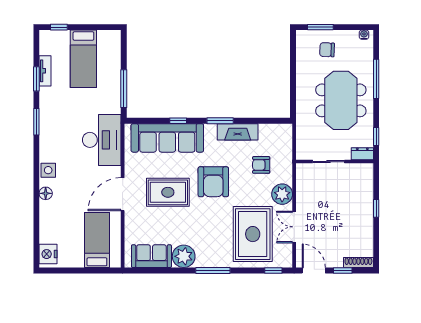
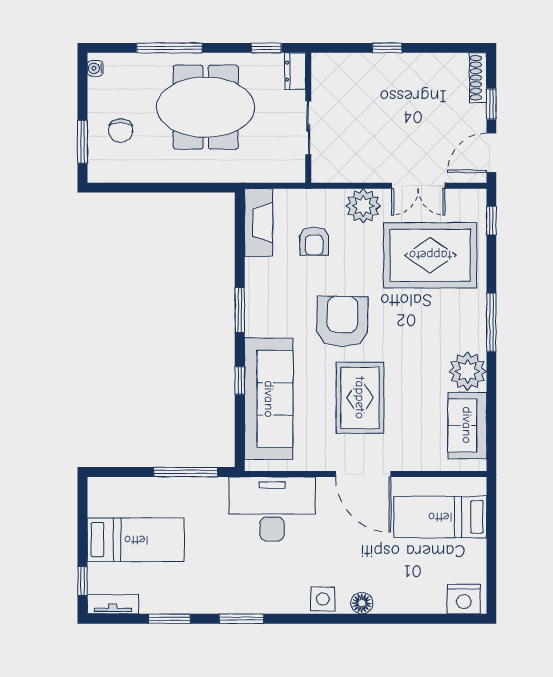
tv unit: (45, 71) -> (113, 604), moved
fireplace: (238, 132) -> (259, 223), moved
armchair: (213, 182) -> (342, 322), turned -89

